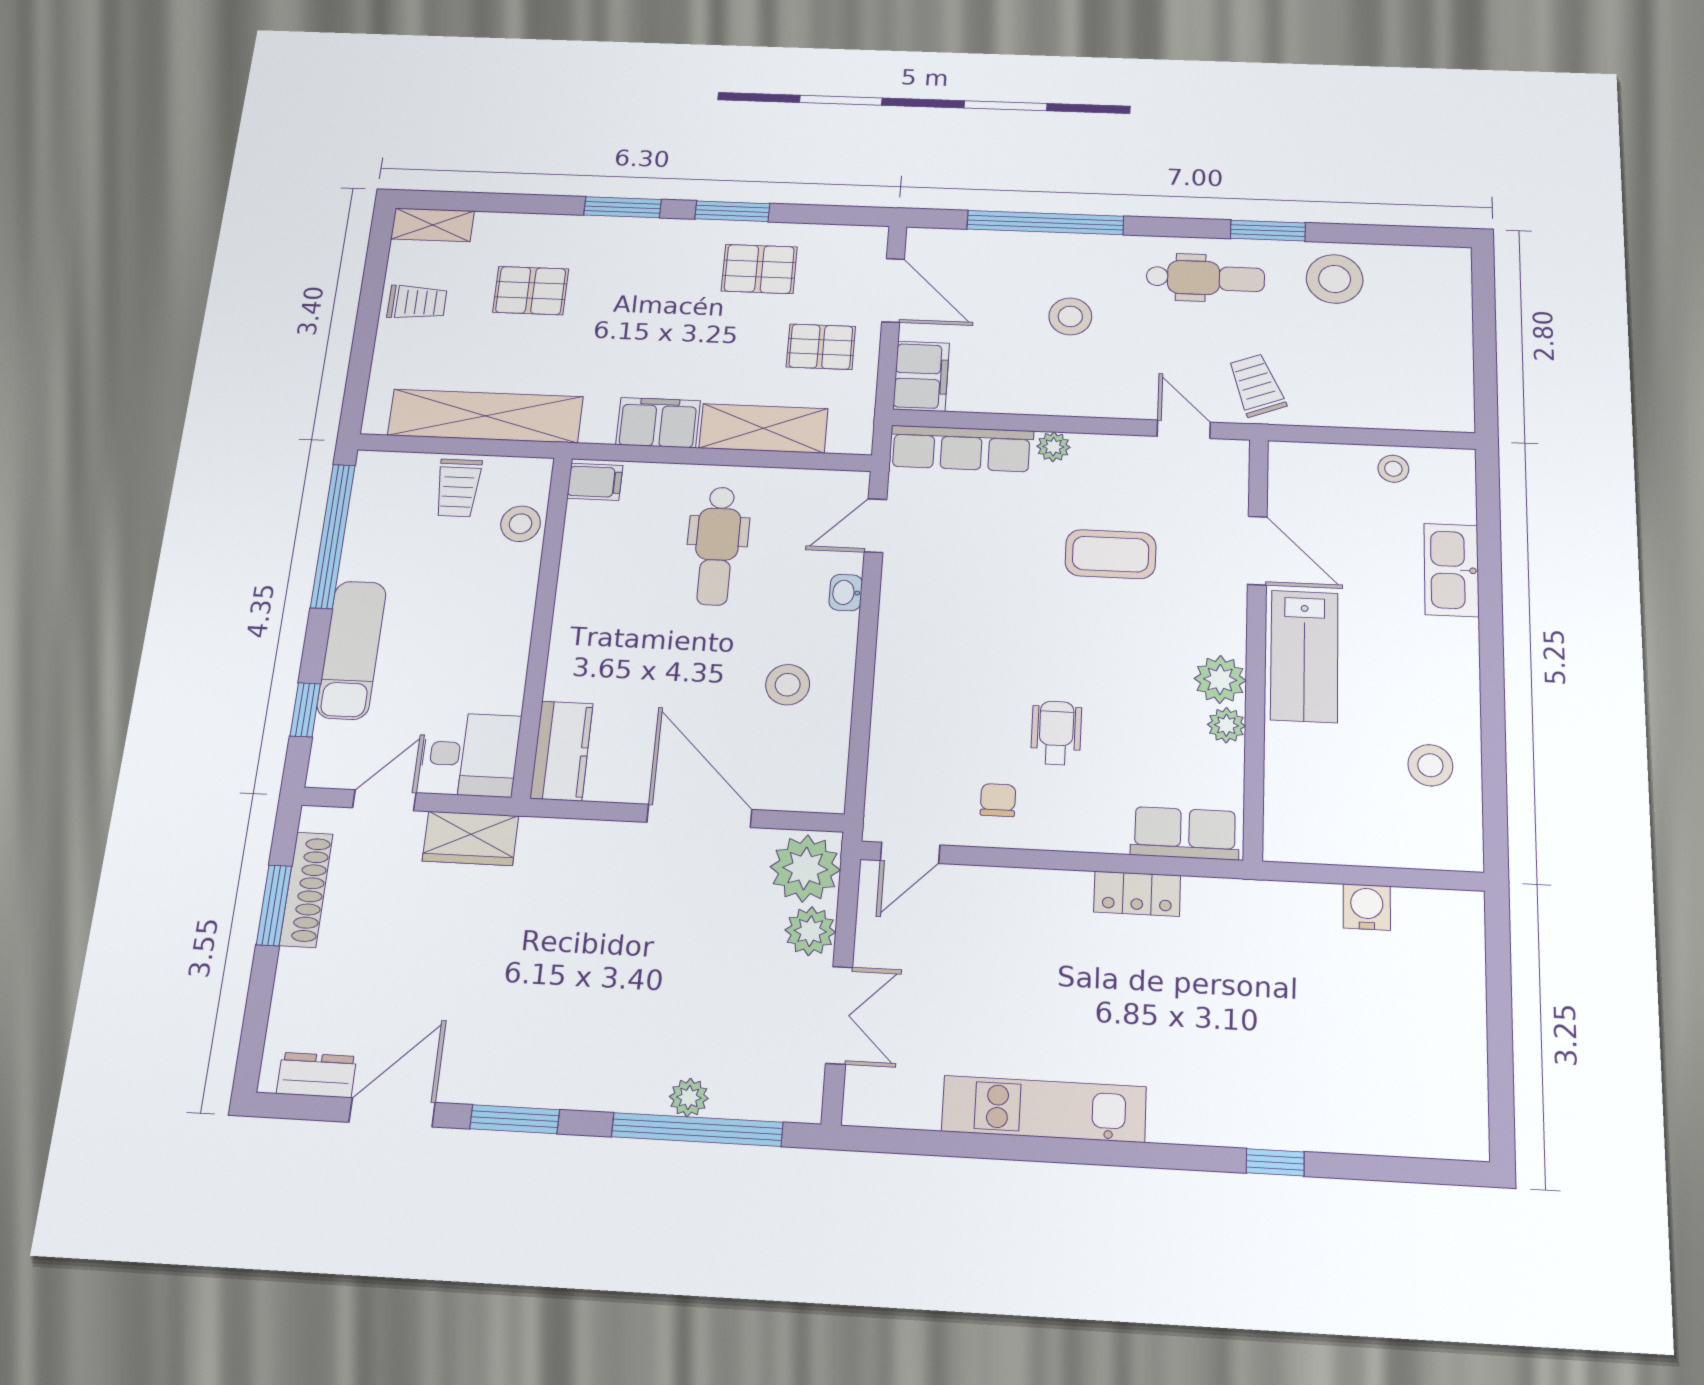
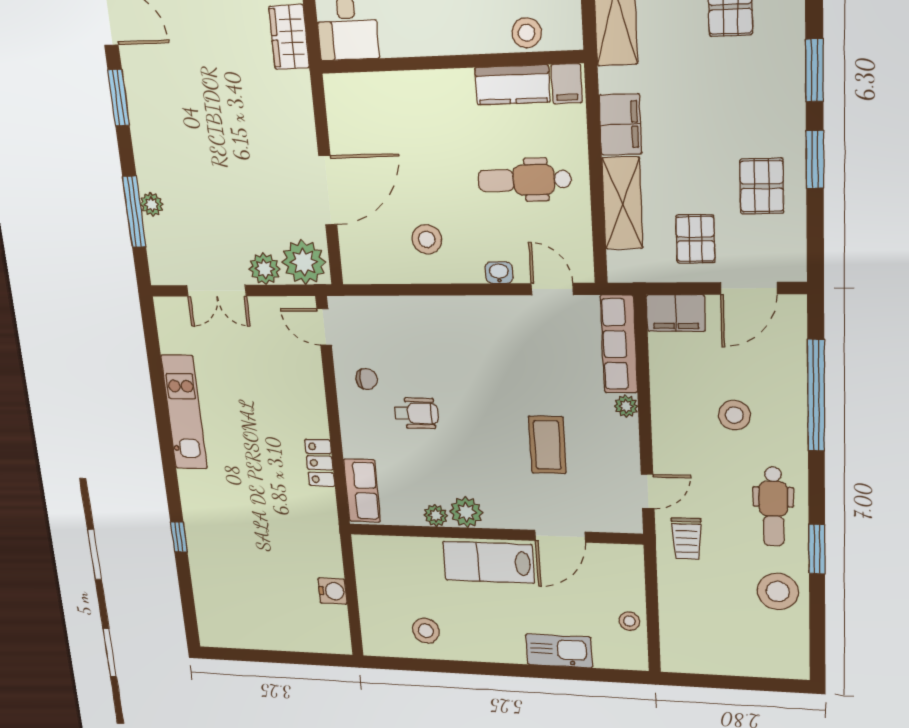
trolley: (1257, 385) -> (687, 539), turned 111
kitchen counter: (562, 751) -> (512, 85), moved
window: (697, 1130) -> (134, 212), width x0.68

